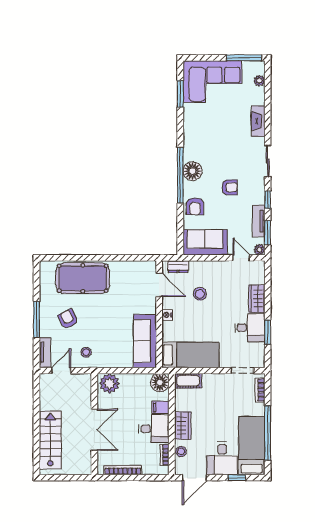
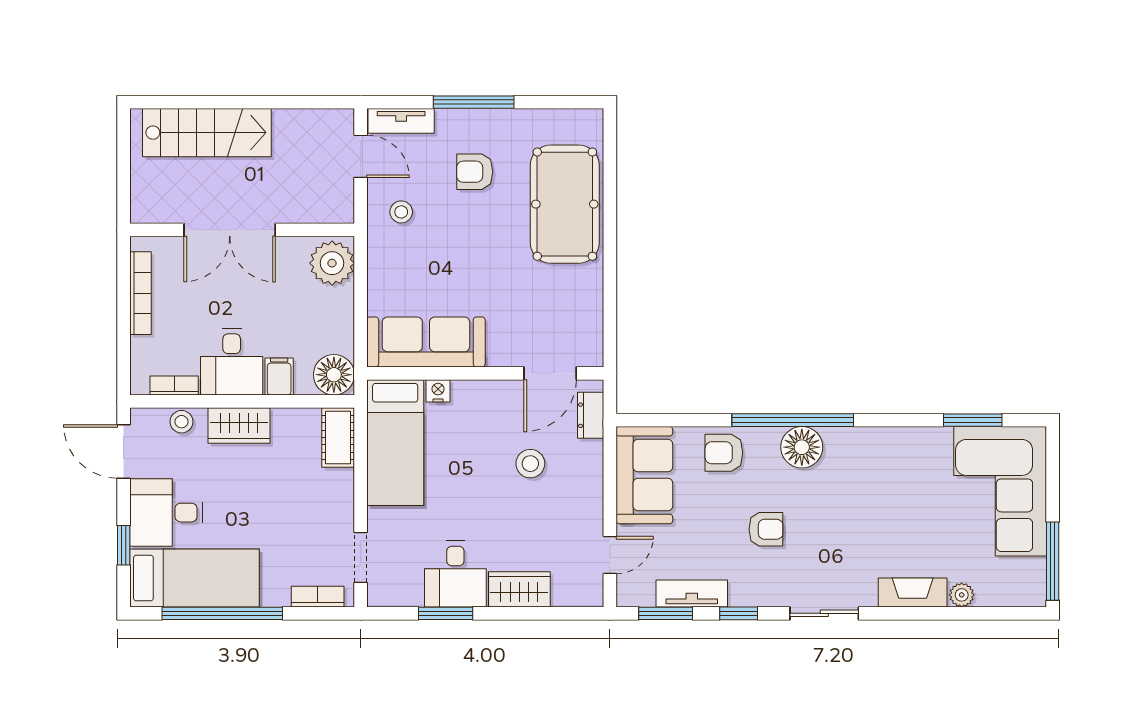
plant: (259, 81) -> (962, 595), moved
armchair: (230, 187) -> (766, 529), turned -90
plant: (259, 250) -> (628, 595), removed
nightstand: (167, 315) -> (438, 391), moved
armchair: (68, 319) -> (475, 172), turned -153

